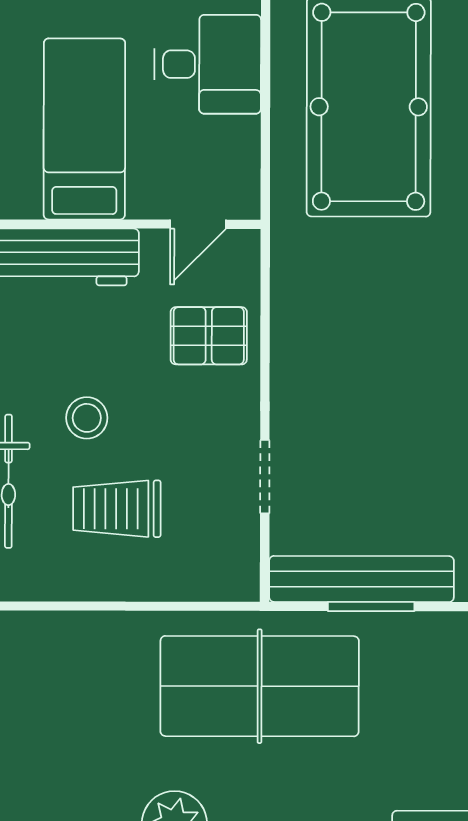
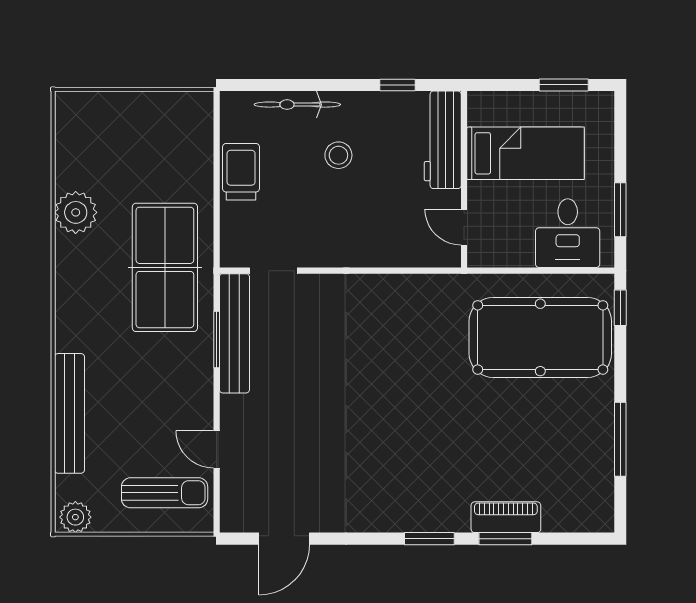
pallet: (209, 336) -> (392, 234), removed
doorway: (265, 477) -> (273, 271), moved
trolley: (117, 509) -> (241, 172), moved

